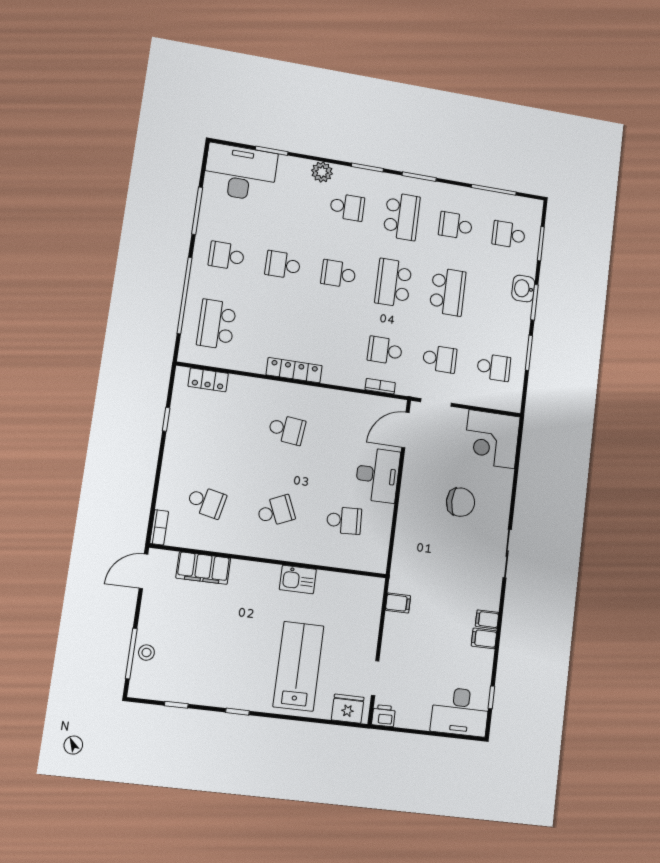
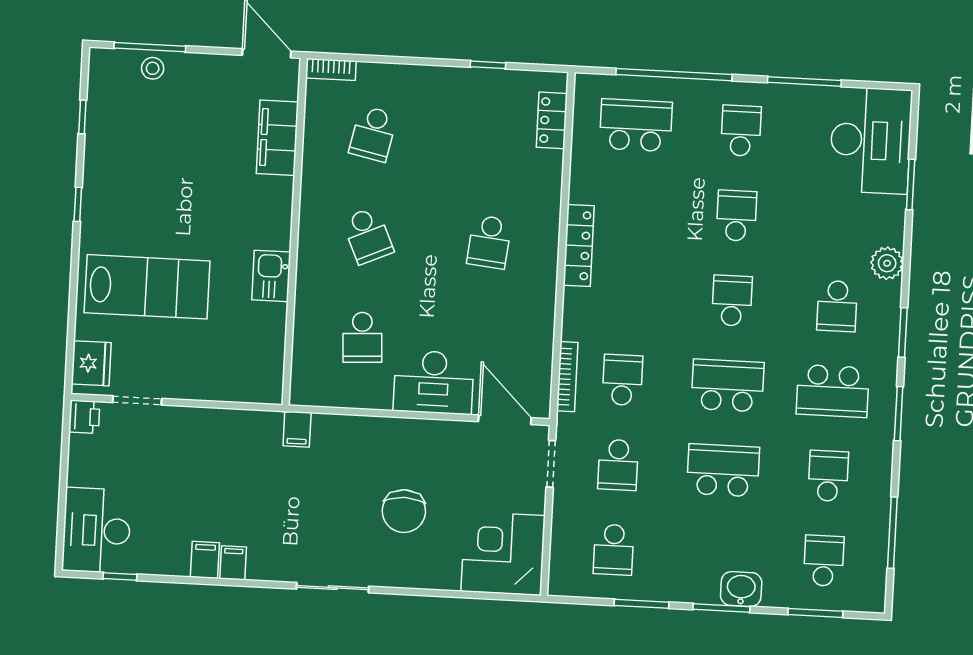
school desk: (448, 292) -> (723, 470), turned 180
bookcase: (380, 386) -> (567, 377), width x1.56
filing cabinet: (398, 603) -> (297, 429), moved

